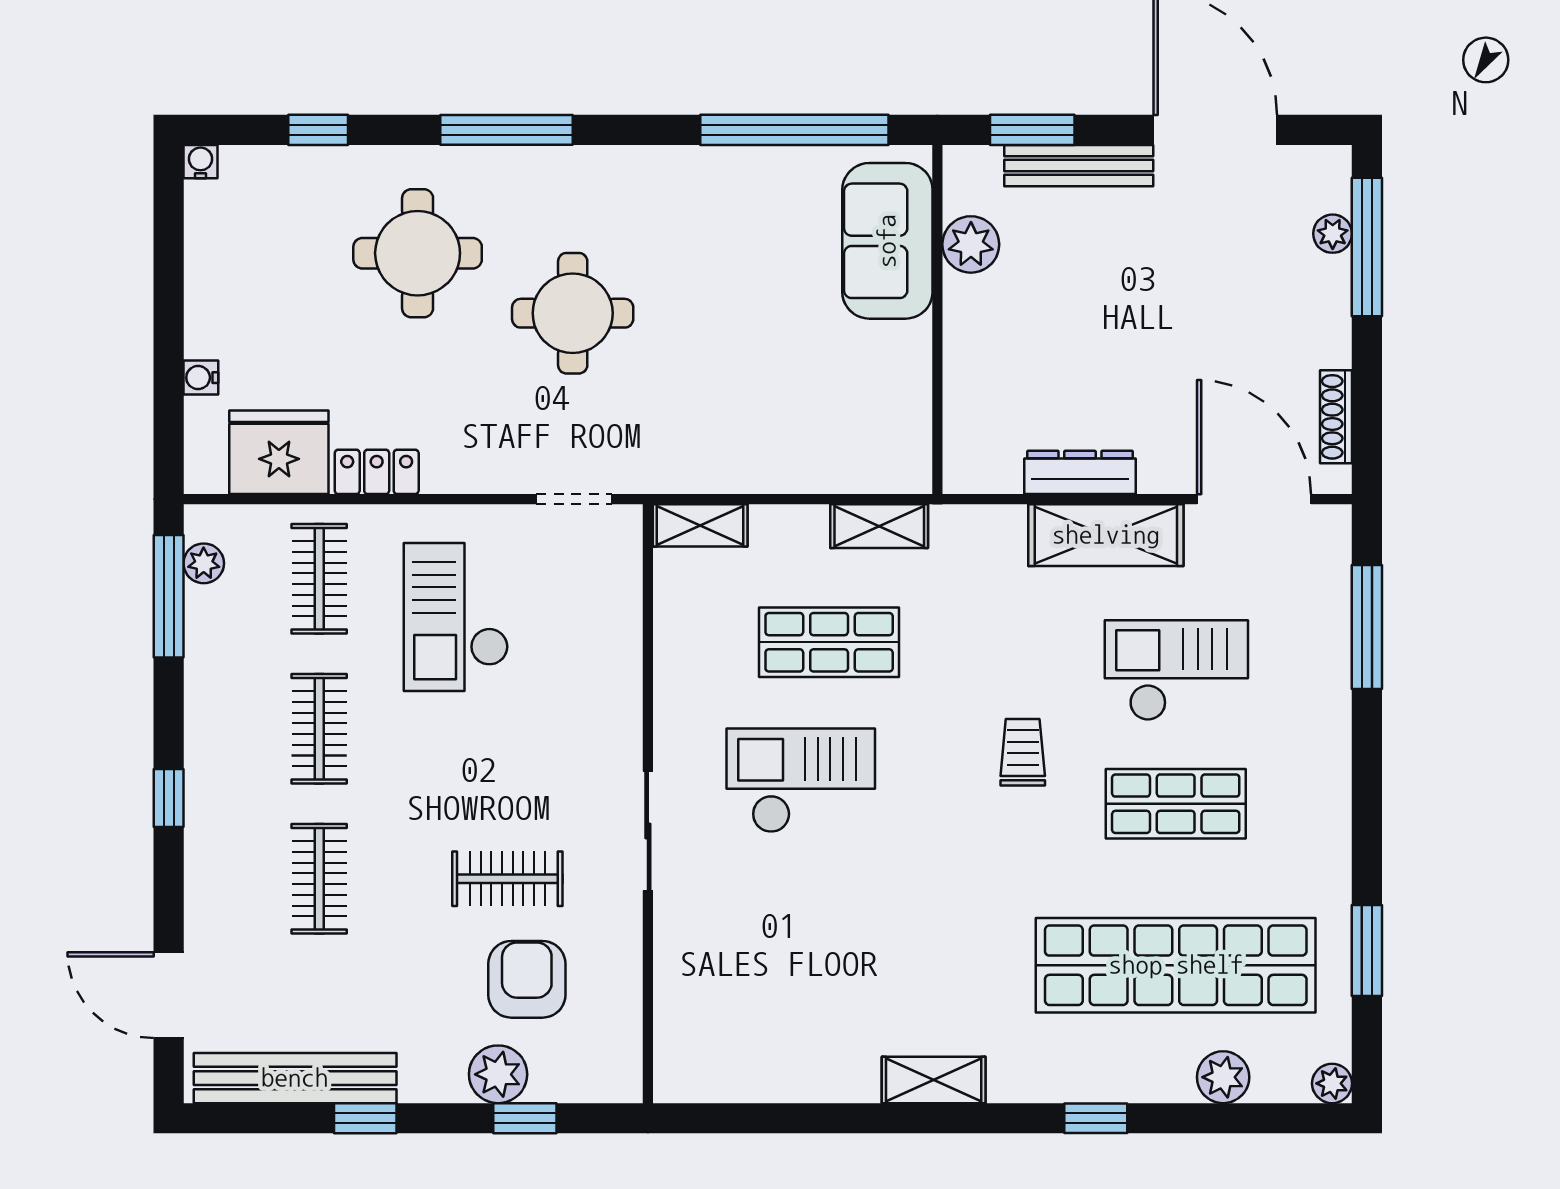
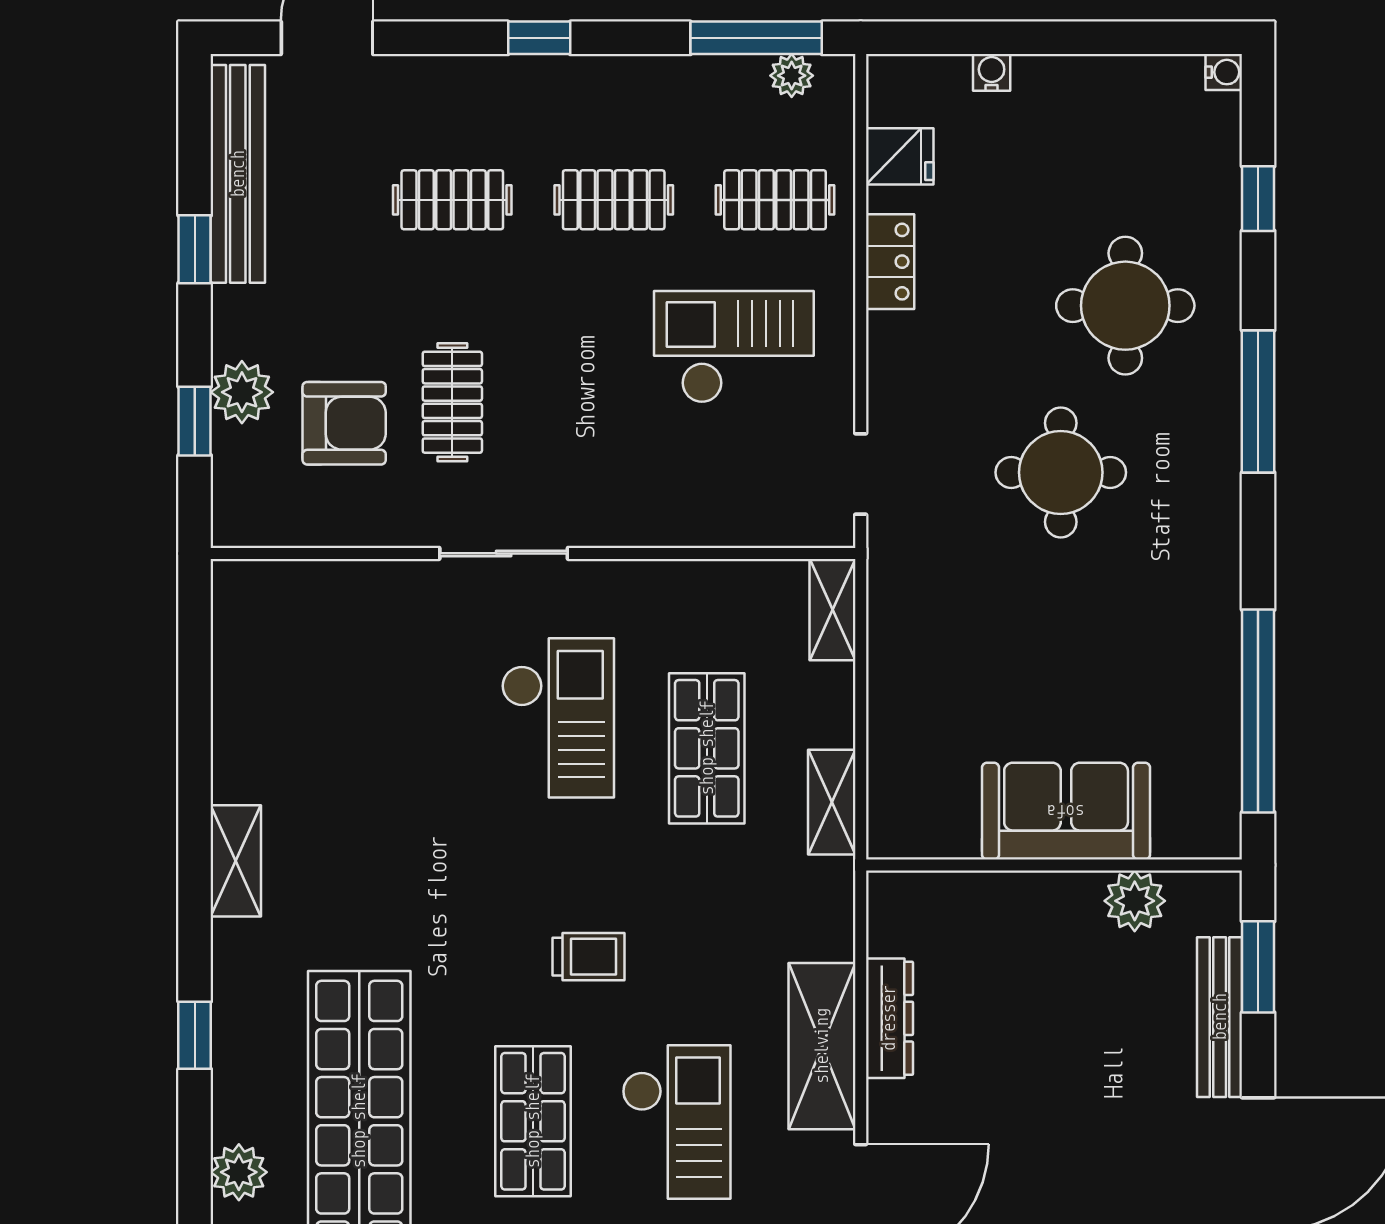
sofa: (887, 241) -> (1066, 811), moved
fridge: (279, 452) -> (900, 156), width x0.53, depth x0.75

